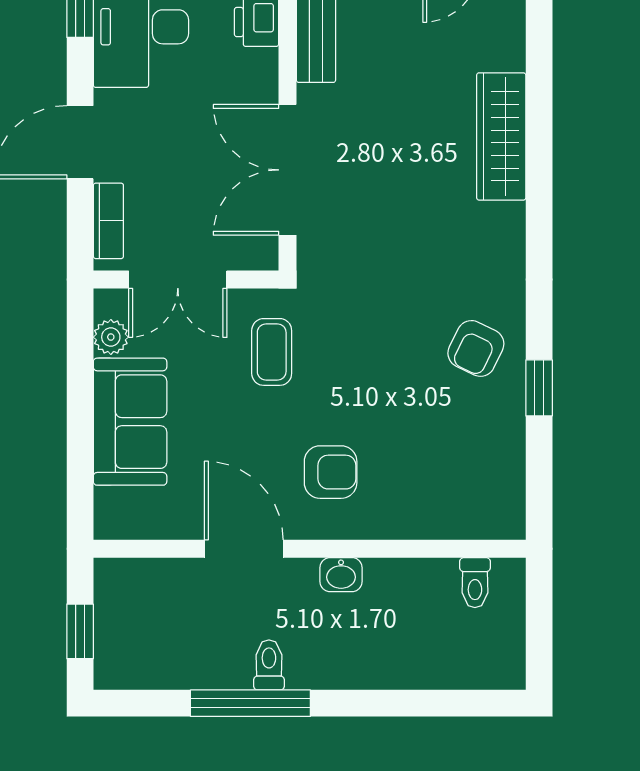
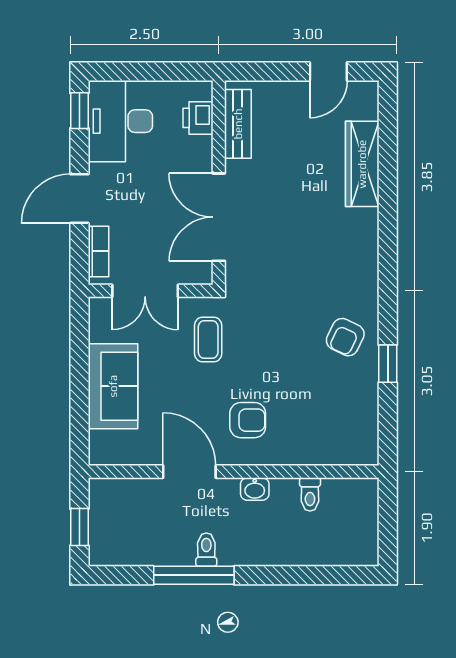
wardrobe: (501, 136) -> (362, 164), moved
plant: (111, 337) -> (100, 329), removed
toilet: (475, 583) -> (310, 494), moved

